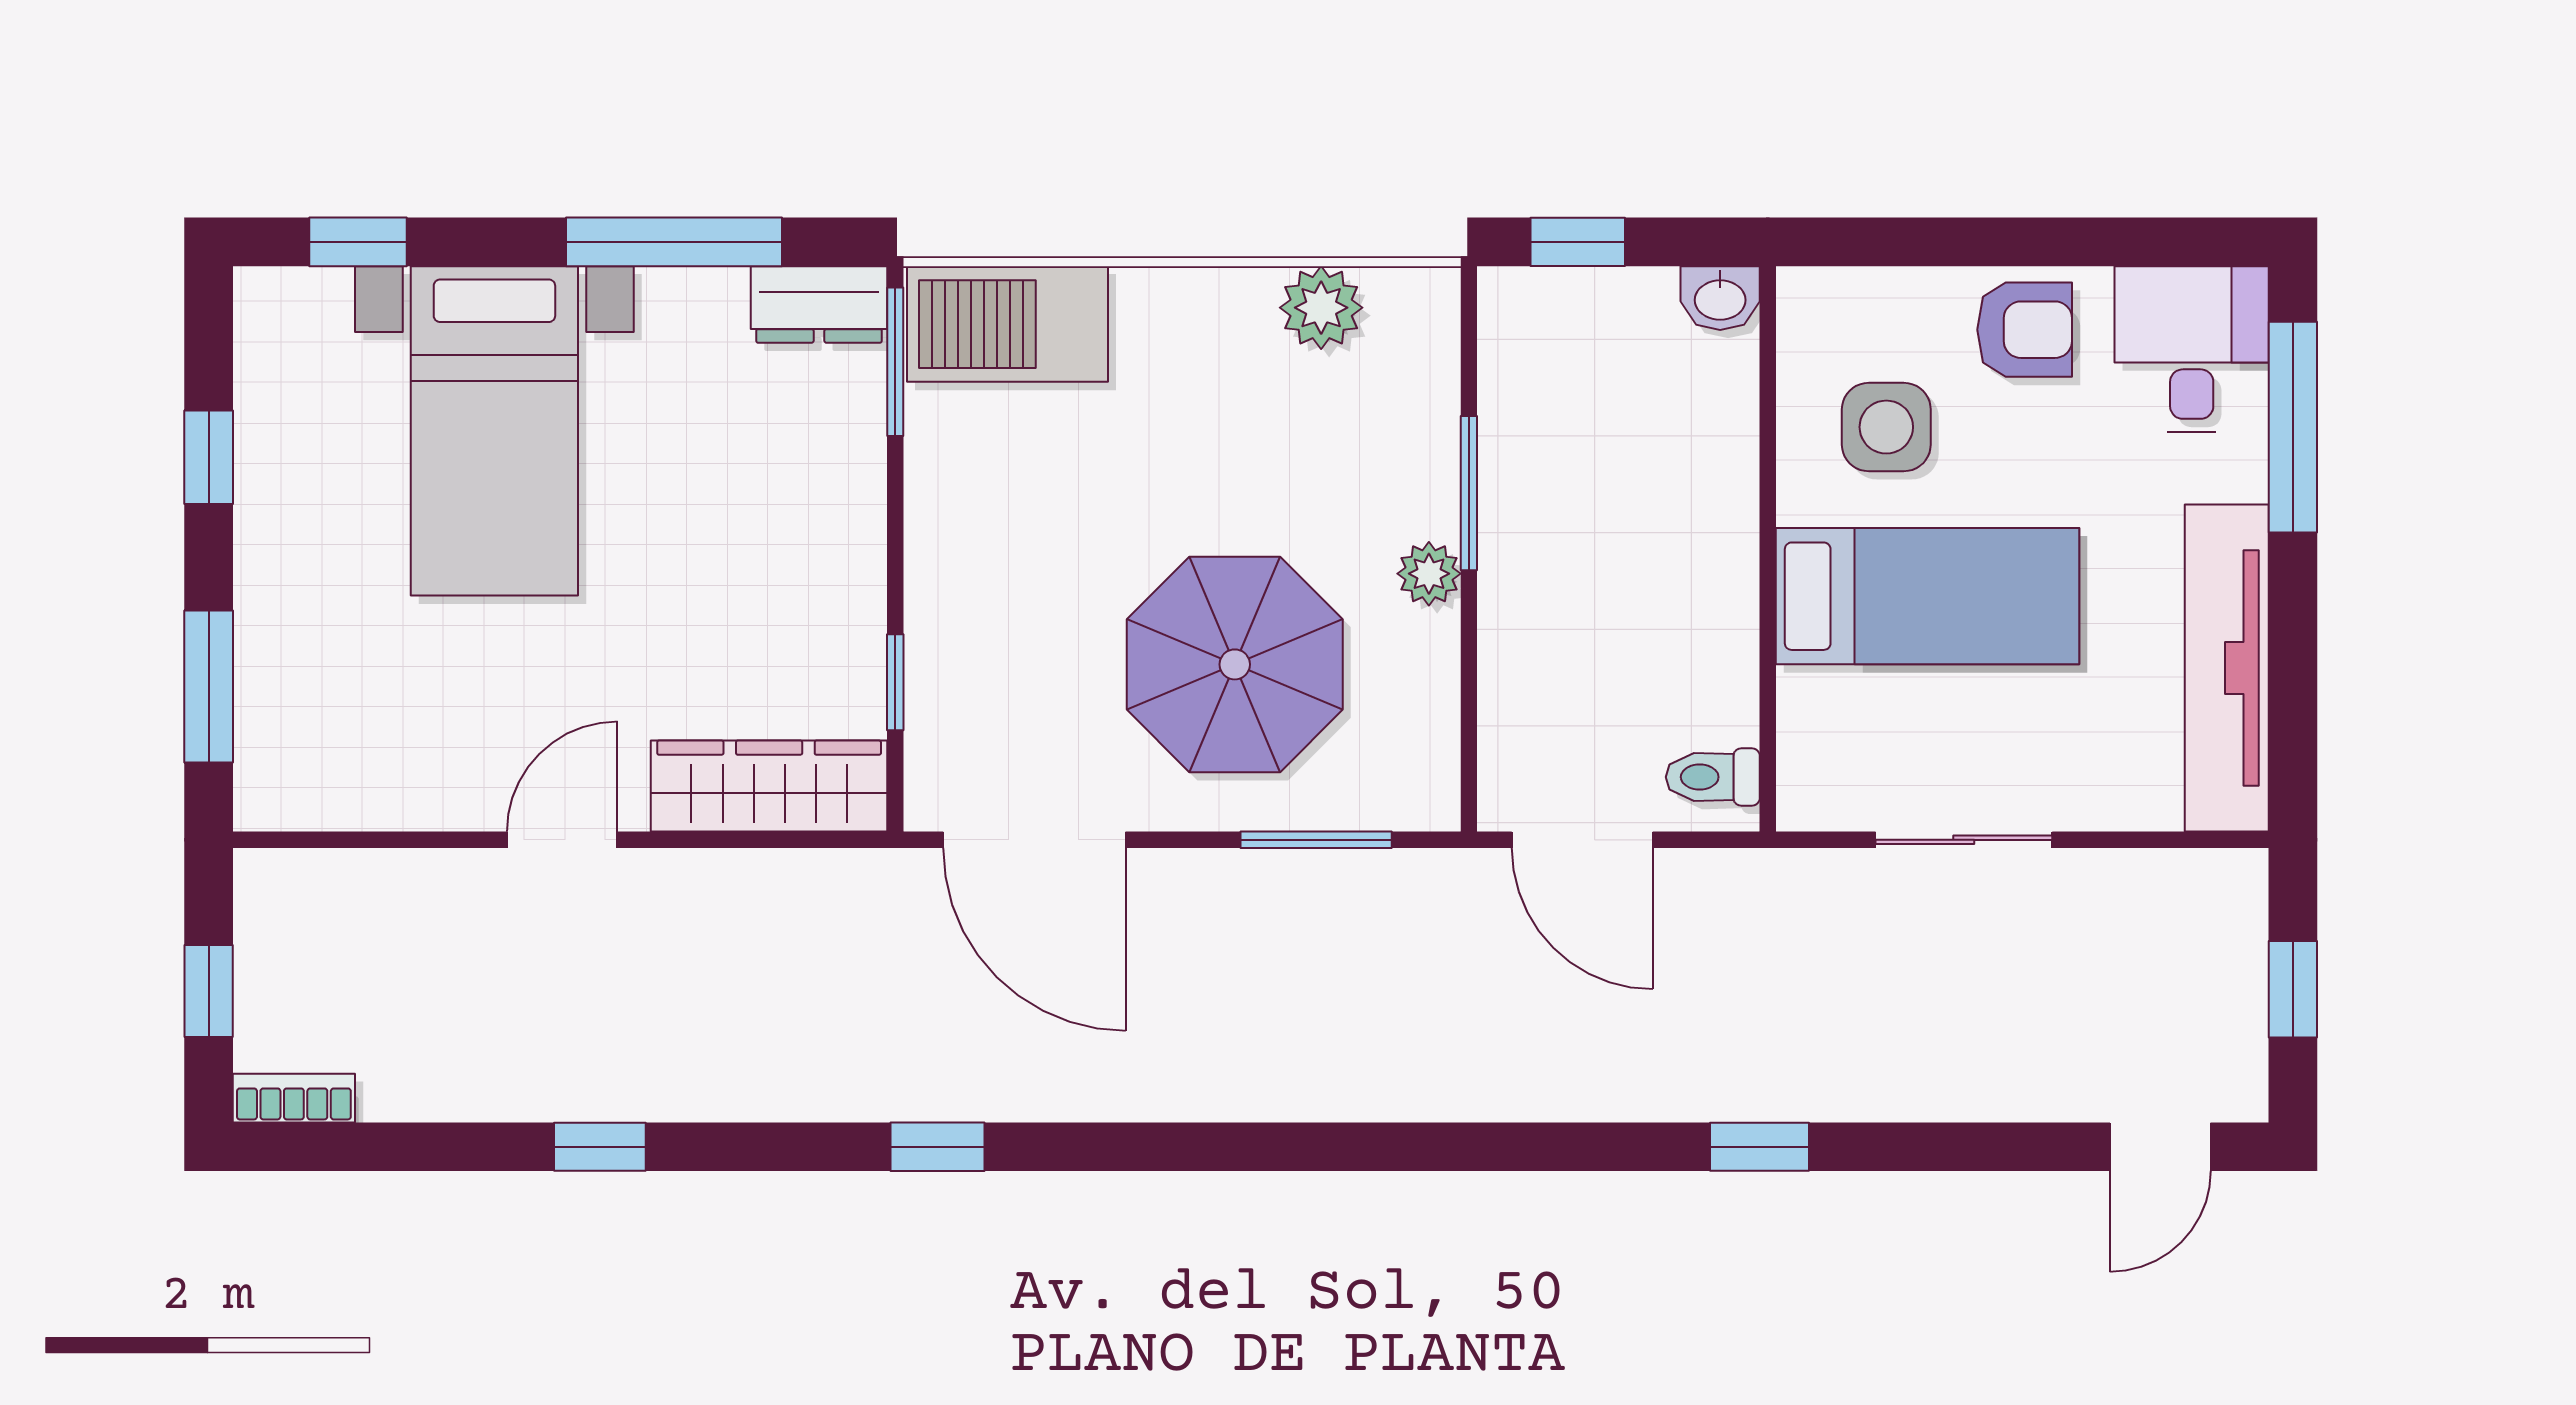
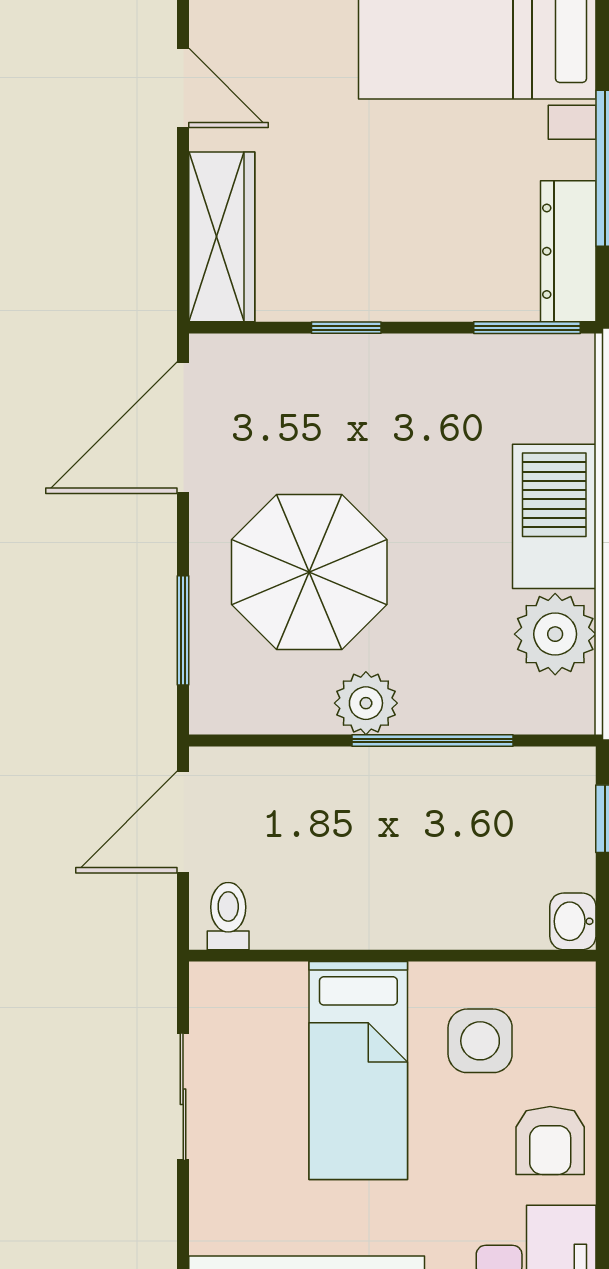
dresser: (819, 305) -> (568, 251), width x1.44
plant: (1321, 308) -> (555, 634), width x1.36, depth x1.36
barbecue: (1007, 324) -> (554, 516), moved
window: (1469, 493) -> (433, 740), width x1.44
plant: (1429, 574) -> (366, 703), width x1.38, depth x1.38
window: (895, 682) -> (346, 328), moved

